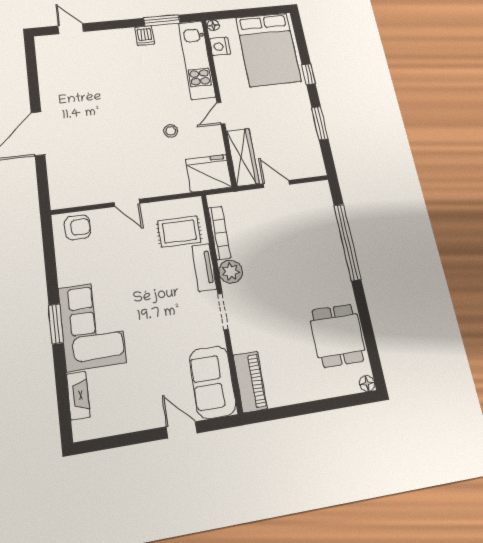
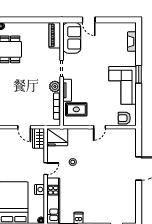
nightstand: (220, 46) -> (40, 189), moved
wardrobe: (243, 157) -> (39, 138), width x0.67
door: (127, 203) -> (99, 127), swing flipped
corner sofa: (92, 325) -> (122, 85), moved

